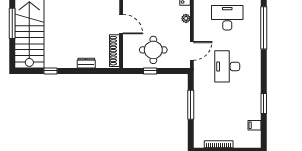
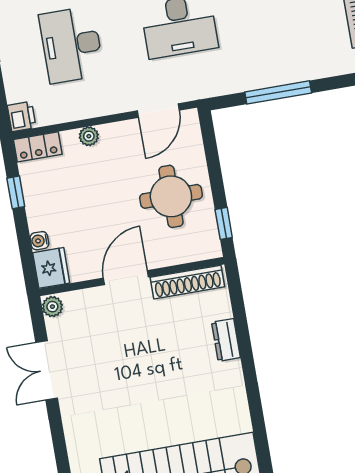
door: (192, 51) -> (158, 111), swing flipped
window: (50, 71) -> (257, 416), removed
window: (150, 71) -> (224, 223), moved

